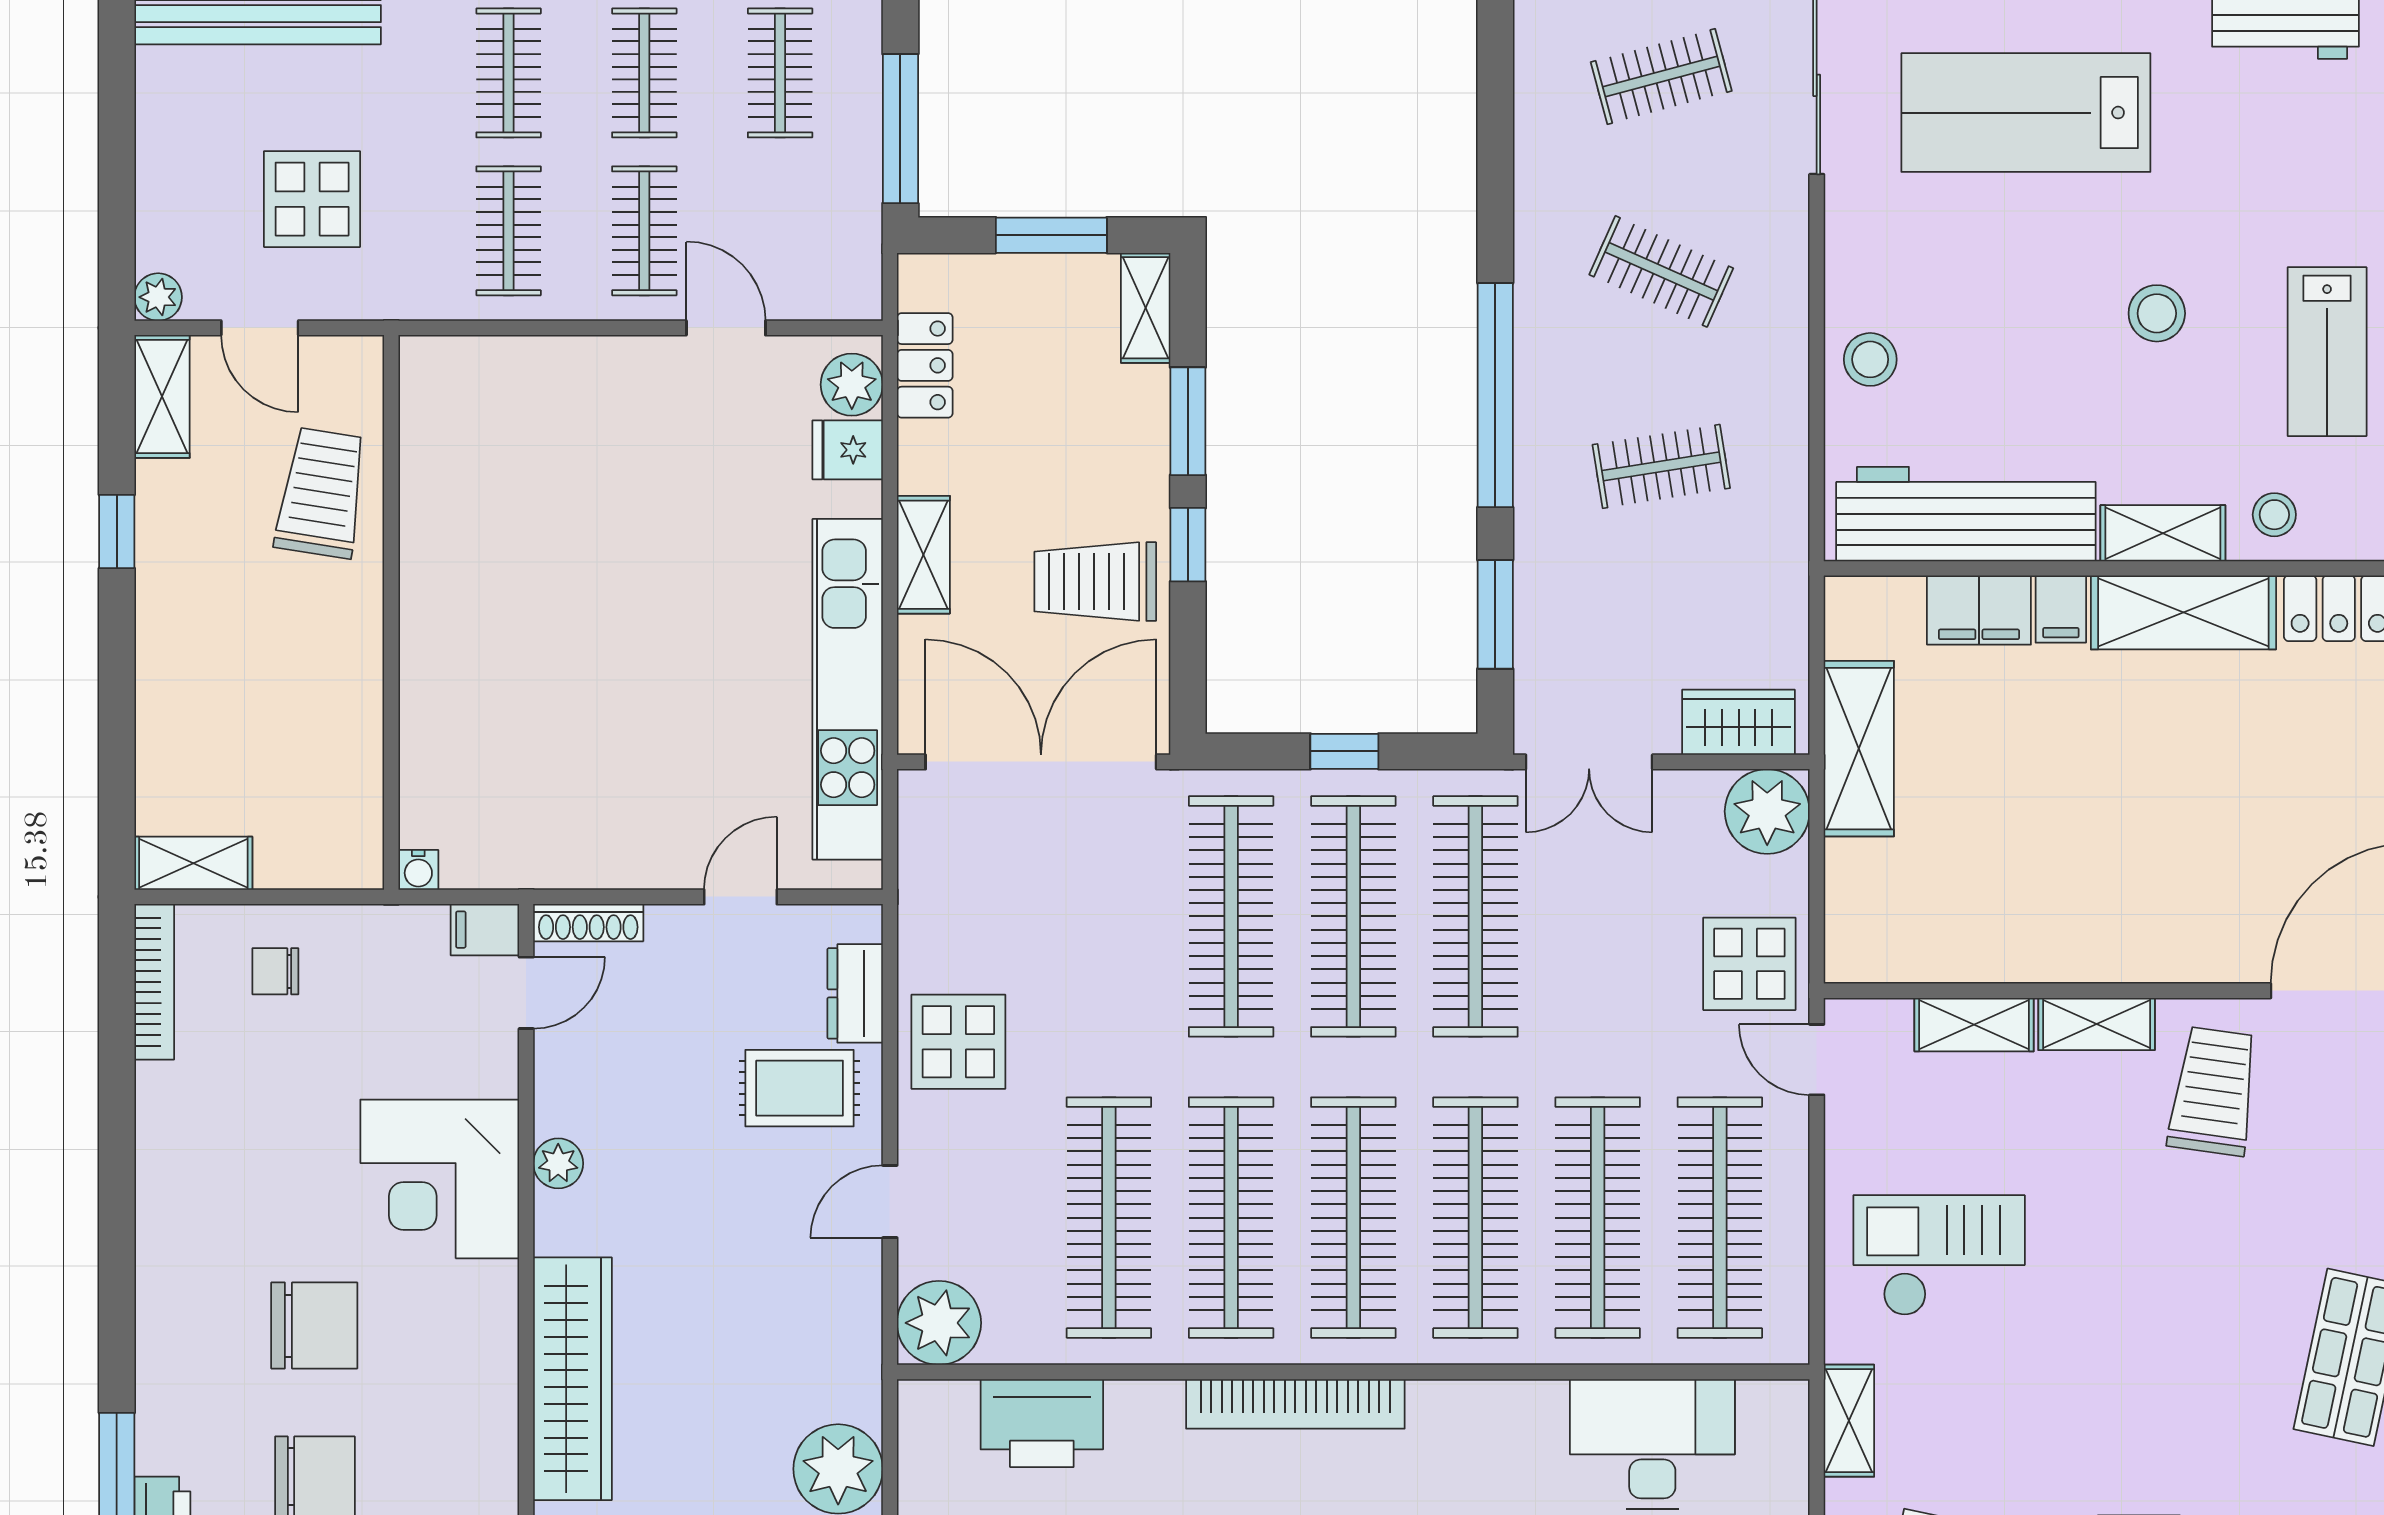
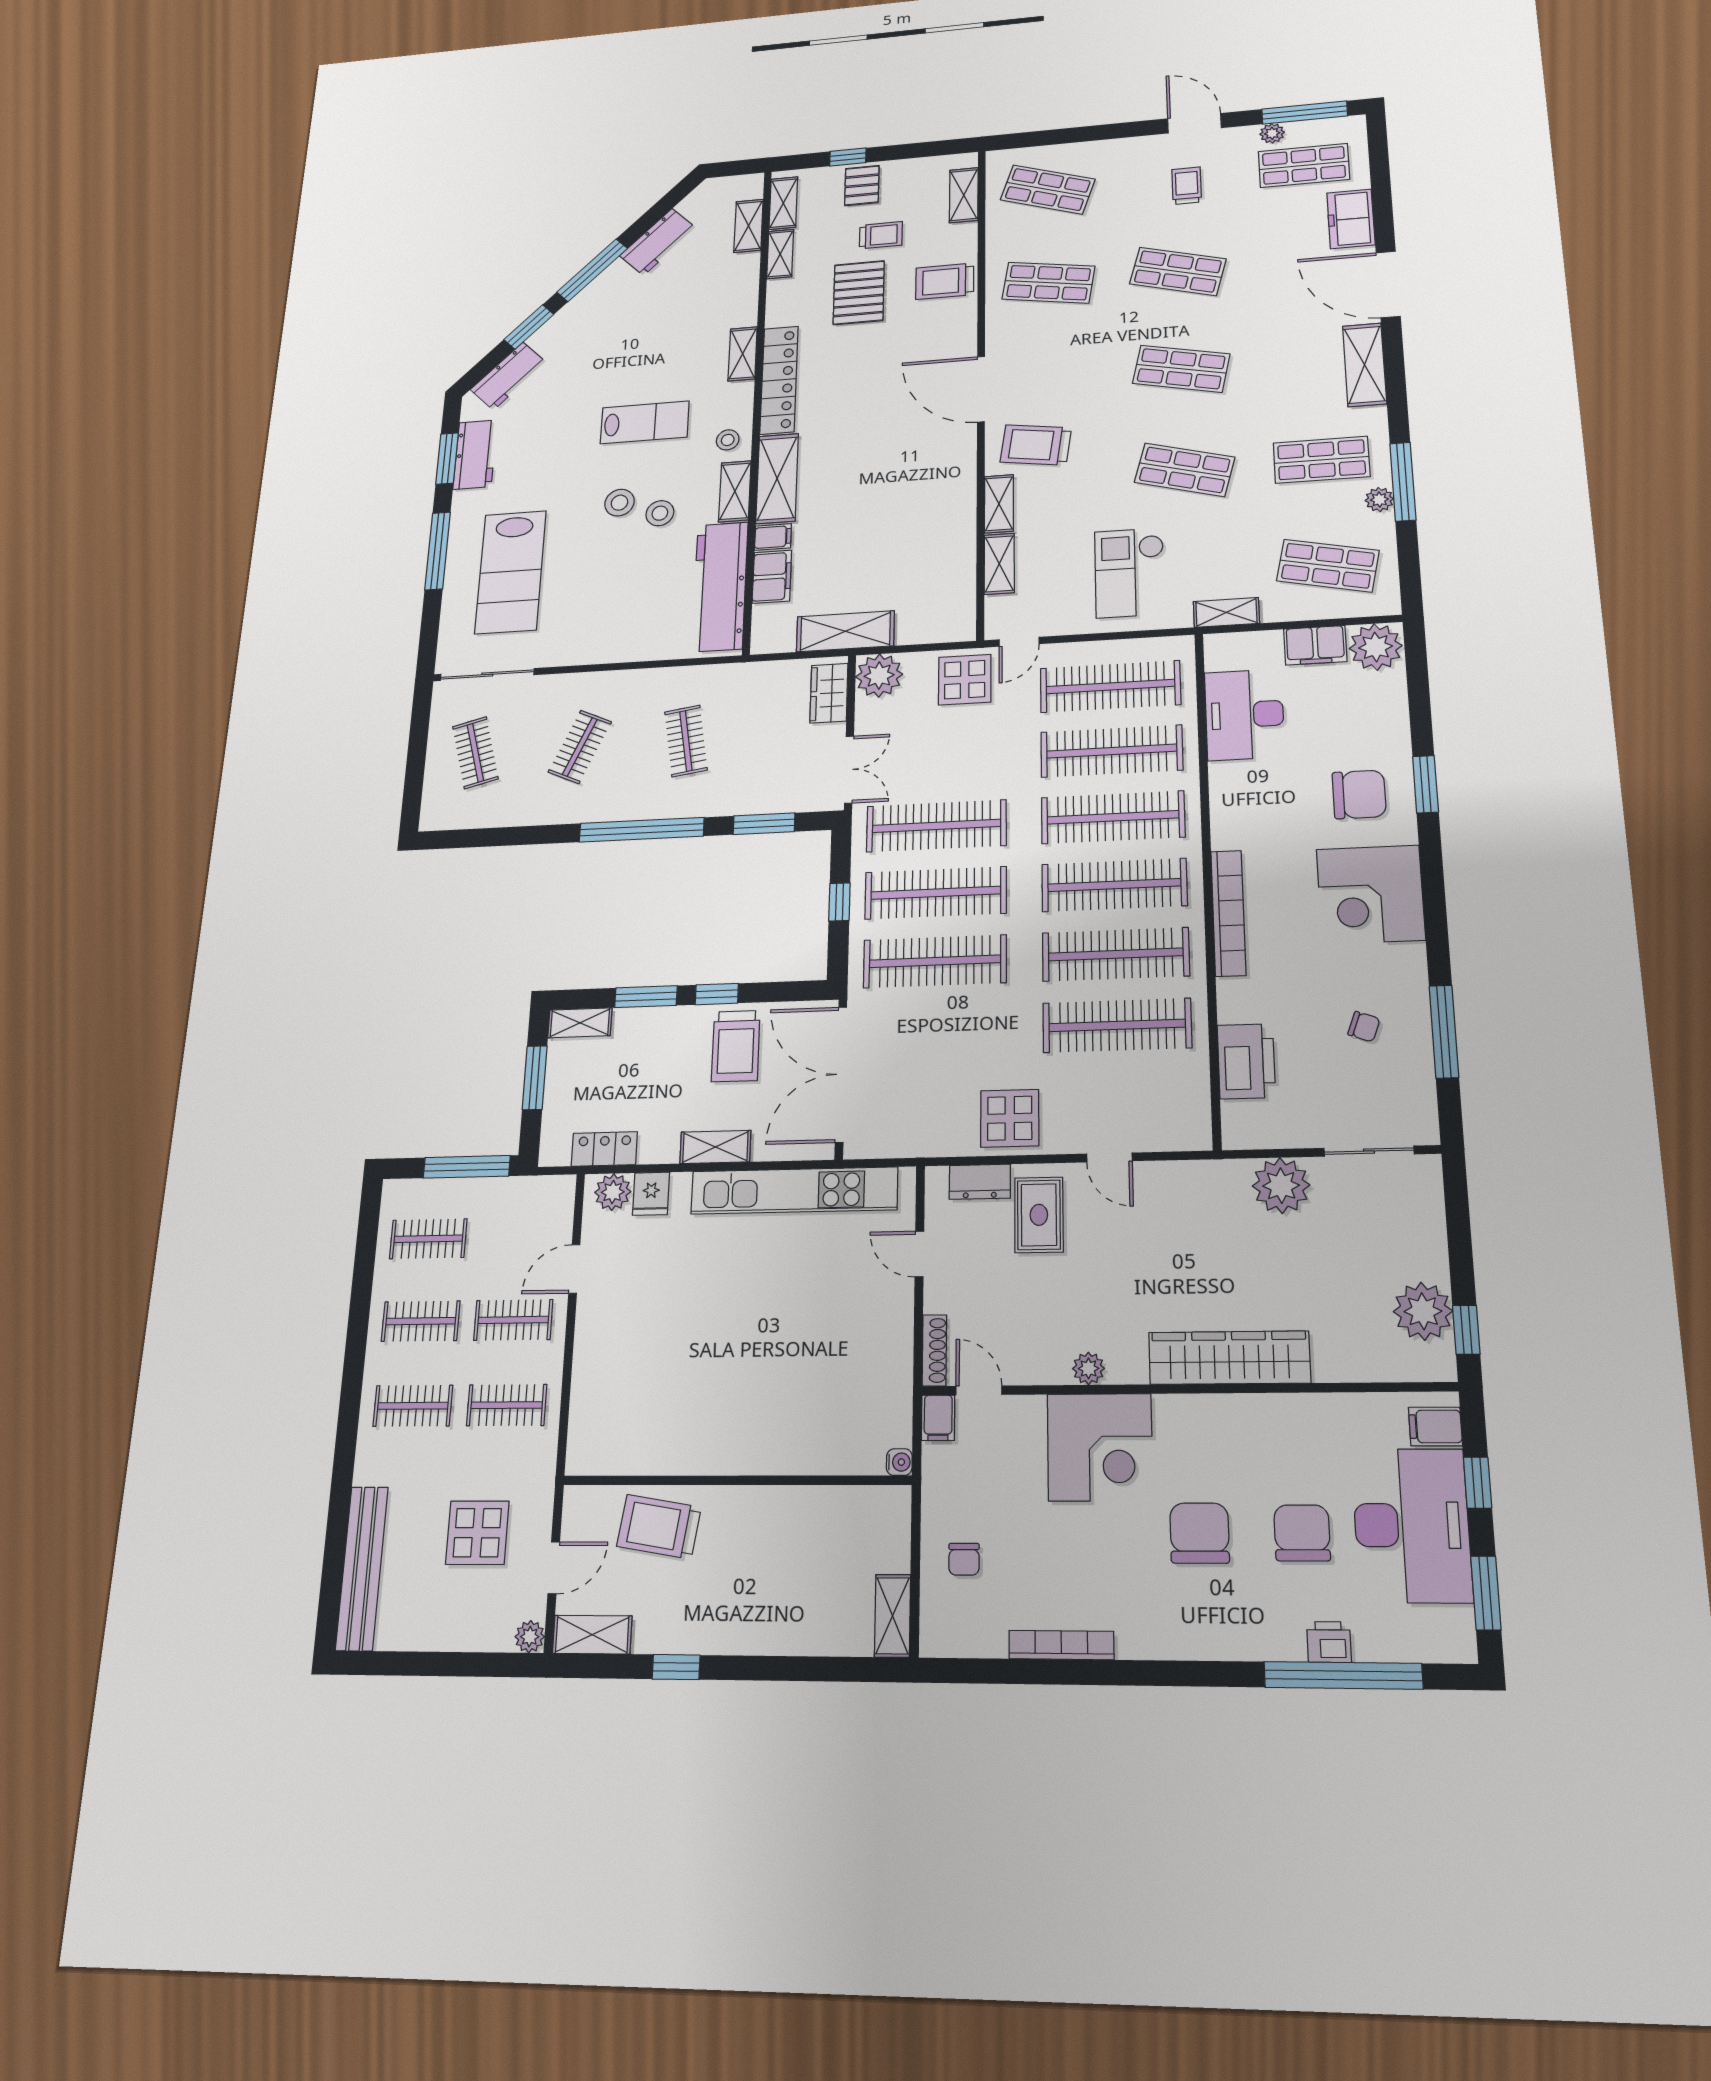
stool: (1870, 359) -> (660, 513), moved
bookcase: (154, 982) -> (1061, 1645), moved
plant: (939, 1323) -> (1185, 1125), removed
shop shelf: (2139, 1357) -> (1185, 470), added

